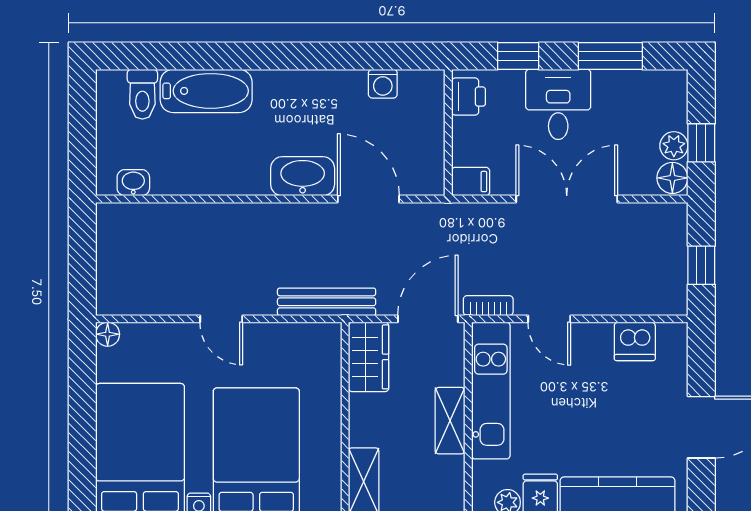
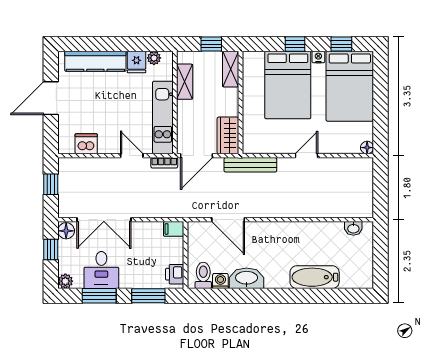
window: (518, 56) -> (148, 296), width x1.50
toilet: (142, 94) -> (203, 275), moved
desk: (558, 104) -> (101, 270), moved
plant: (674, 146) -> (65, 281), moved
washbasin: (303, 176) -> (247, 278), moved, turned 180
double door: (567, 199) -> (104, 220), moved
door: (221, 319) -> (307, 156), hinge flipped
shelving: (450, 421) -> (185, 82), moved

